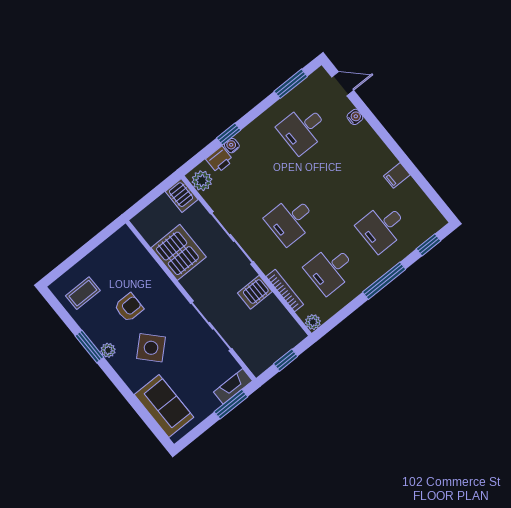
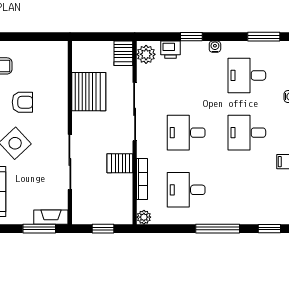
water cooler: (232, 146) -> (215, 47), moved
desk: (382, 227) -> (247, 133), moved

